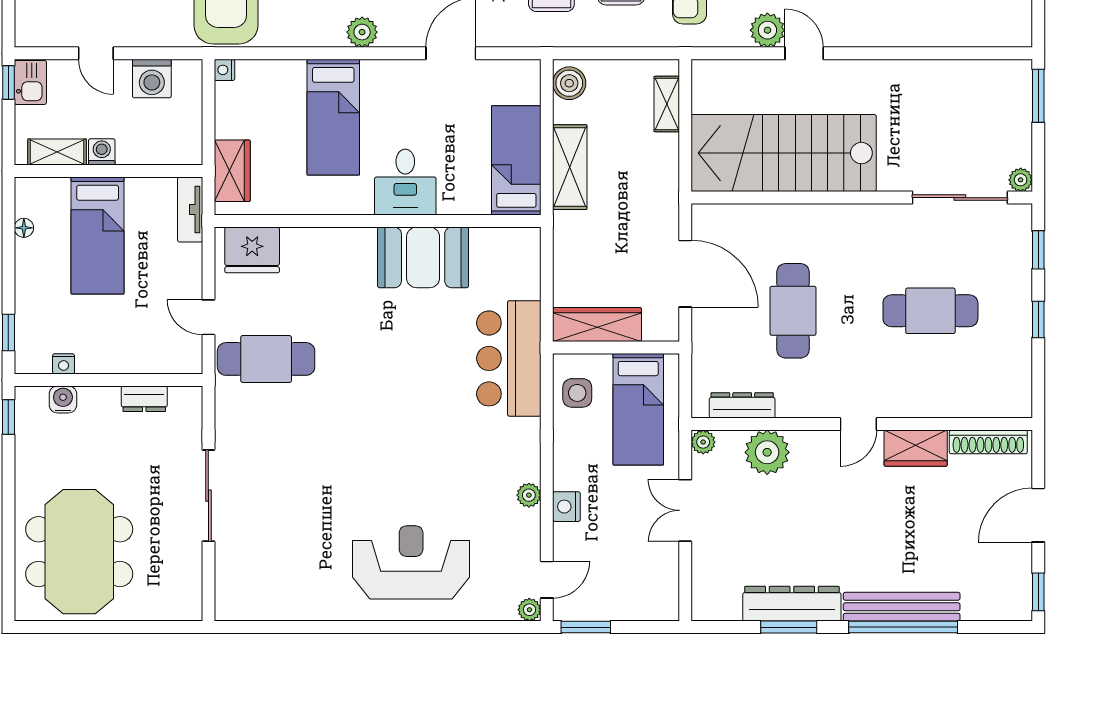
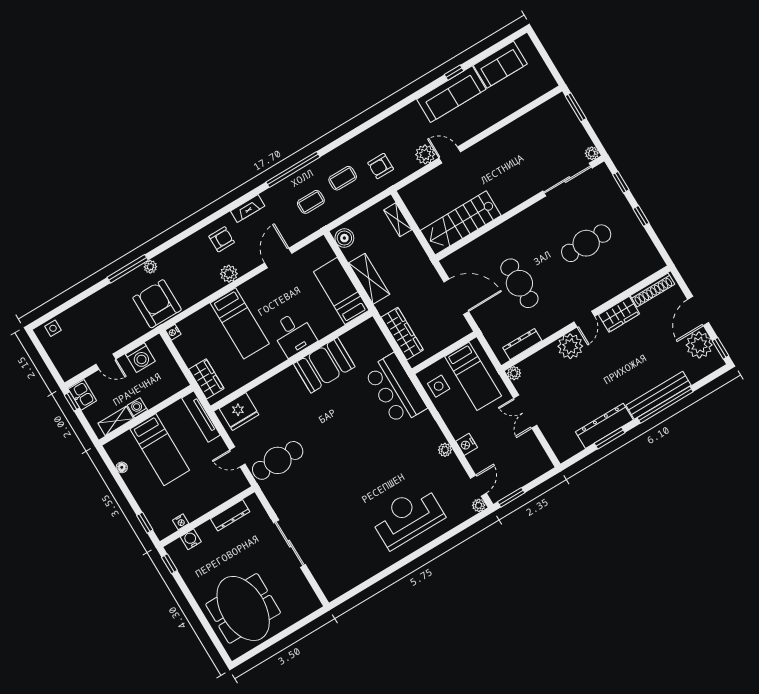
stairs: (784, 153) -> (461, 223), width x0.73, depth x0.66
tv unit: (190, 210) -> (201, 416), width x1.41
wardrobe: (597, 325) -> (402, 334), moved, turned 90
dresser: (144, 399) -> (230, 515), width x1.44
plant: (767, 452) -> (570, 346), moved
plant: (1009, 568) -> (699, 345), added

